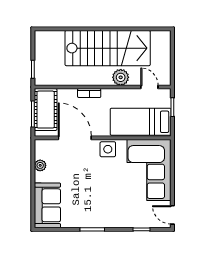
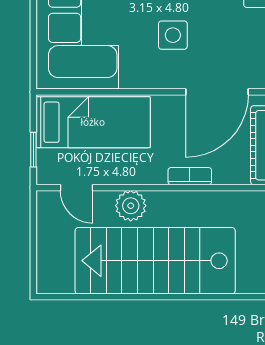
door: (75, 138) -> (217, 92), hinge flipped
side table: (108, 149) -> (173, 35), moved

